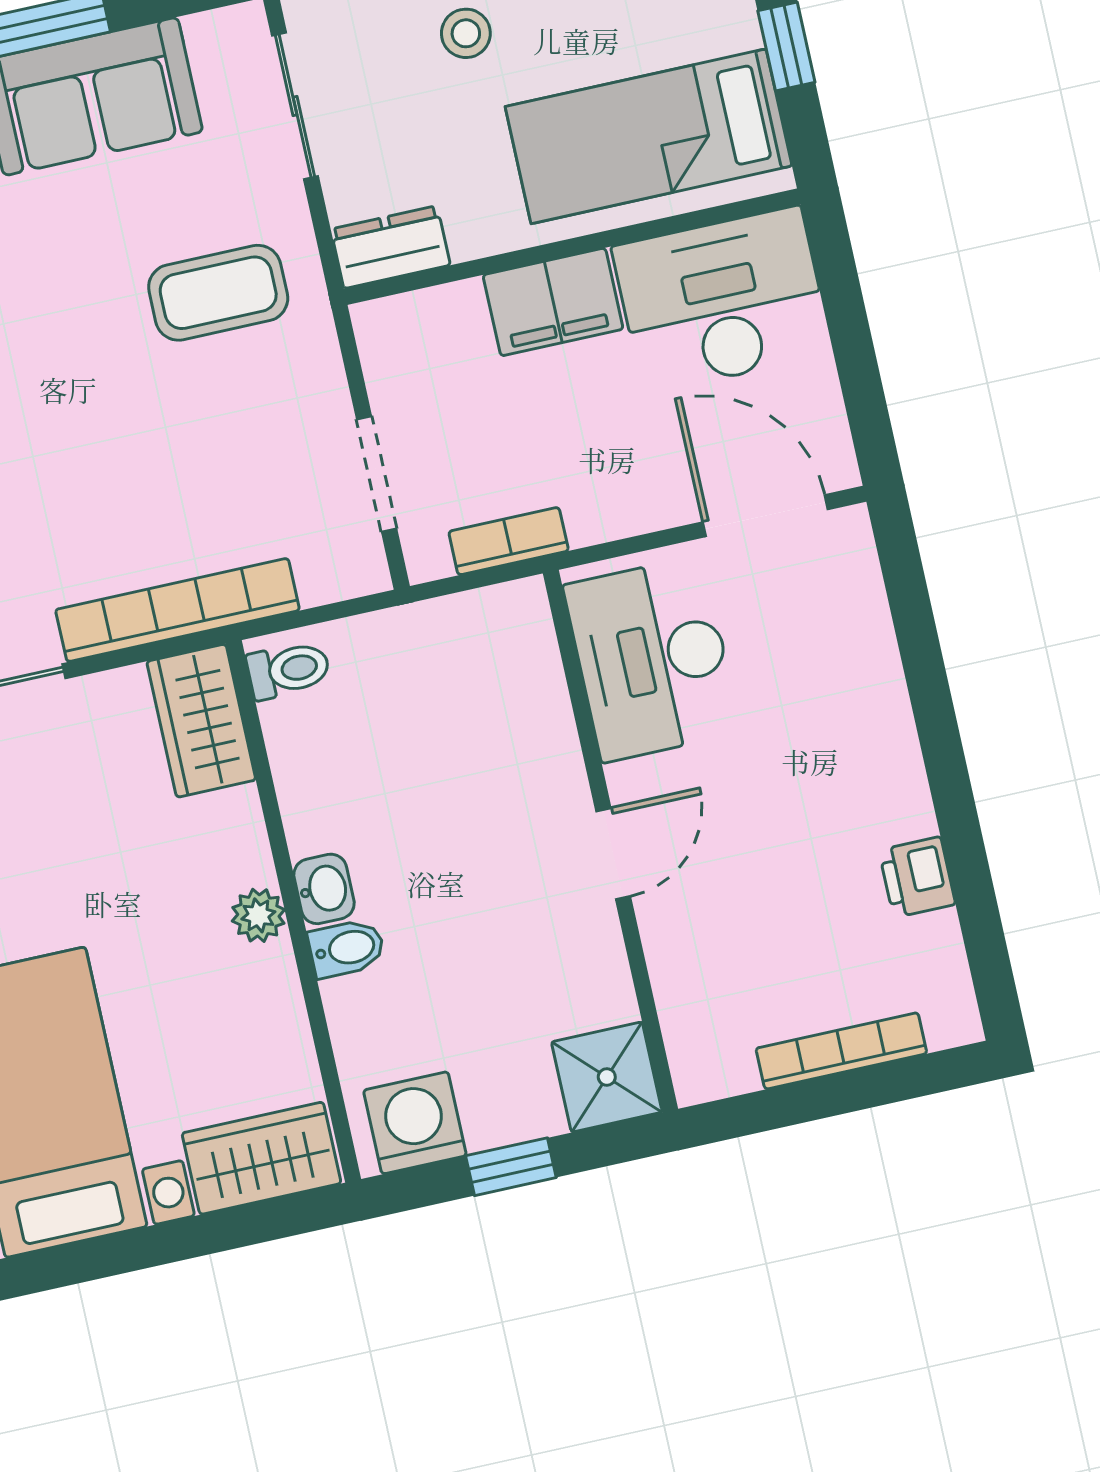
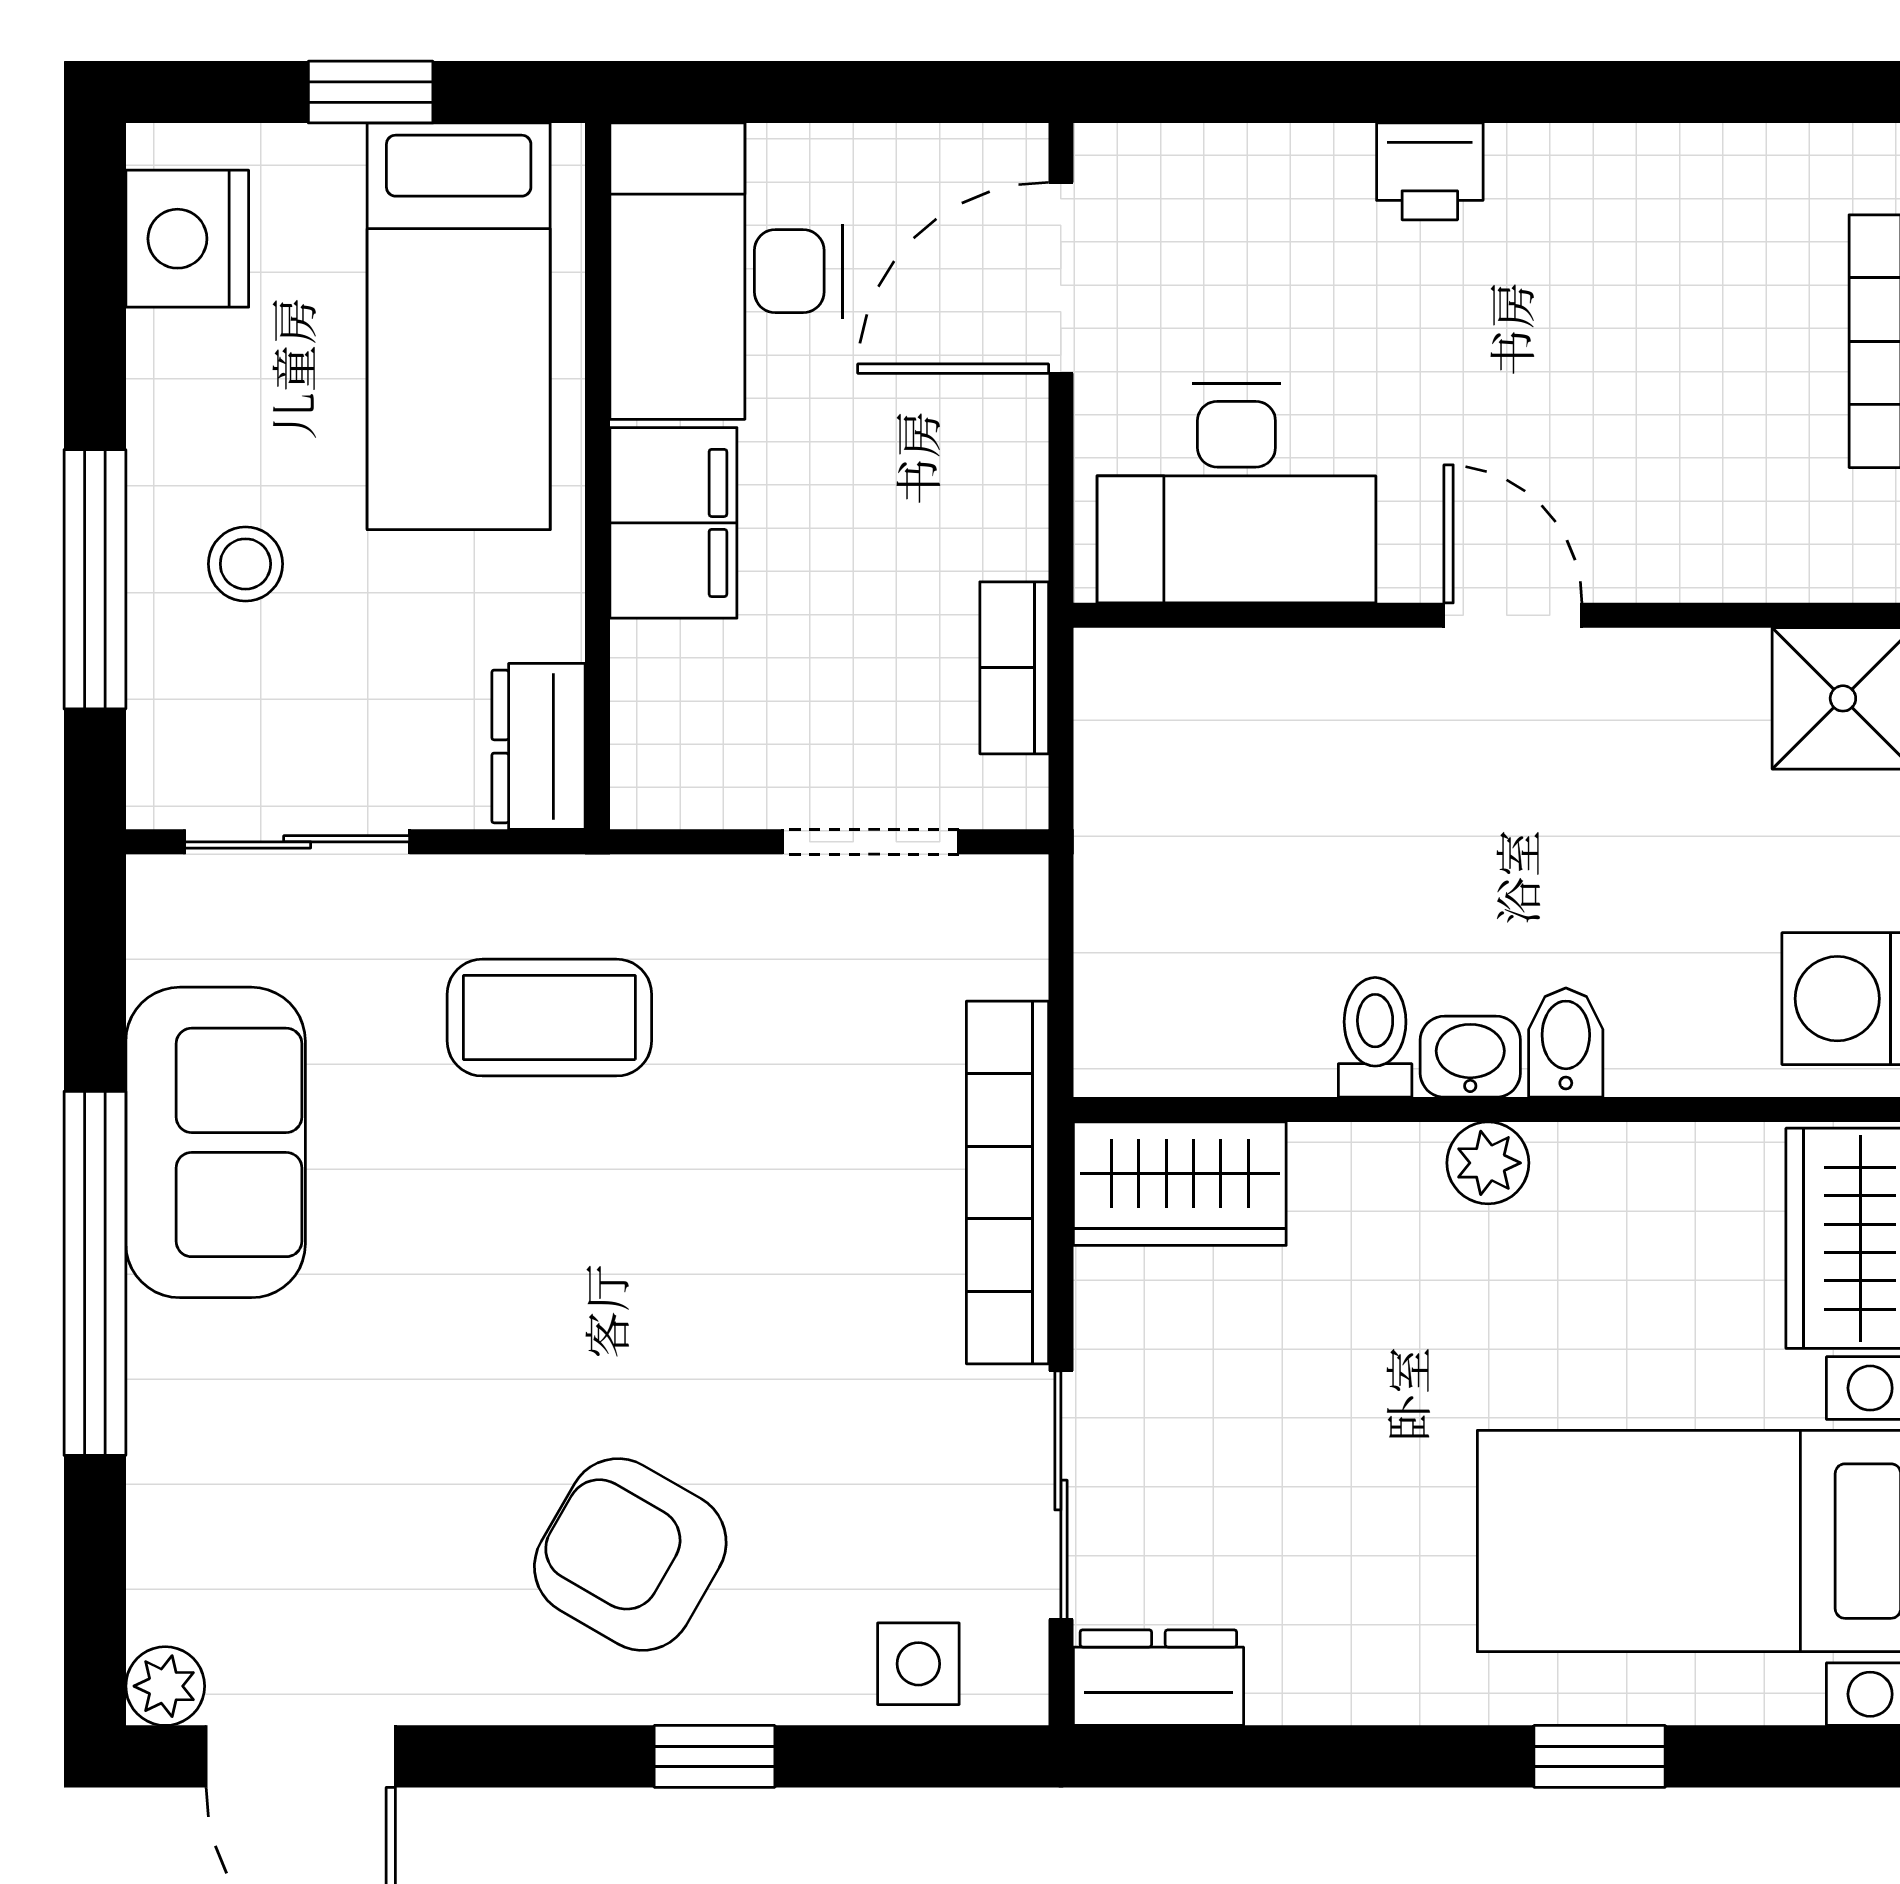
coffee table: (218, 293) -> (549, 1018), turned 90
toilet: (288, 670) -> (1375, 1037), moved
printer: (917, 877) -> (1430, 171), moved

